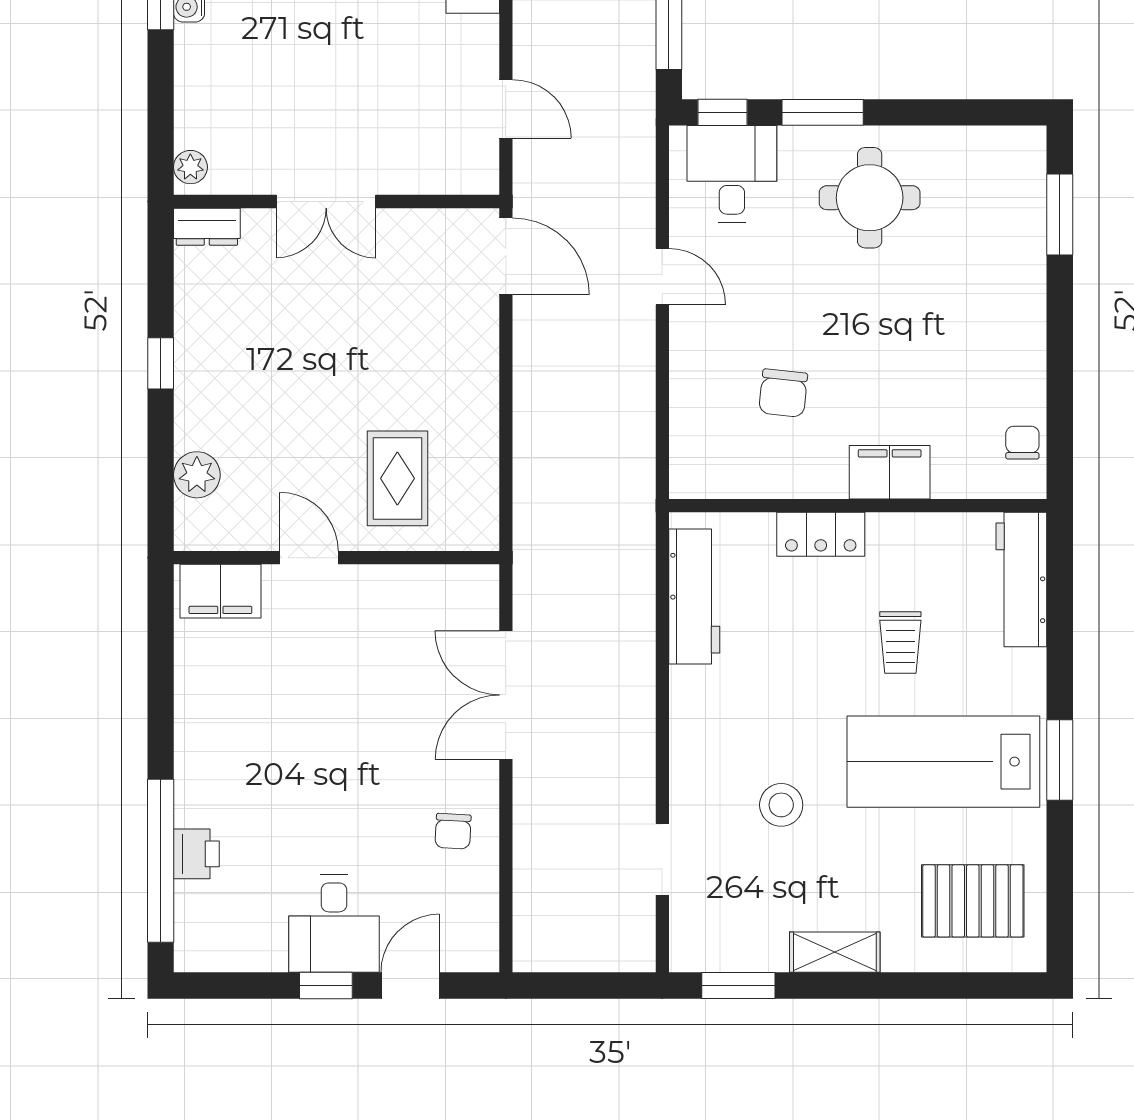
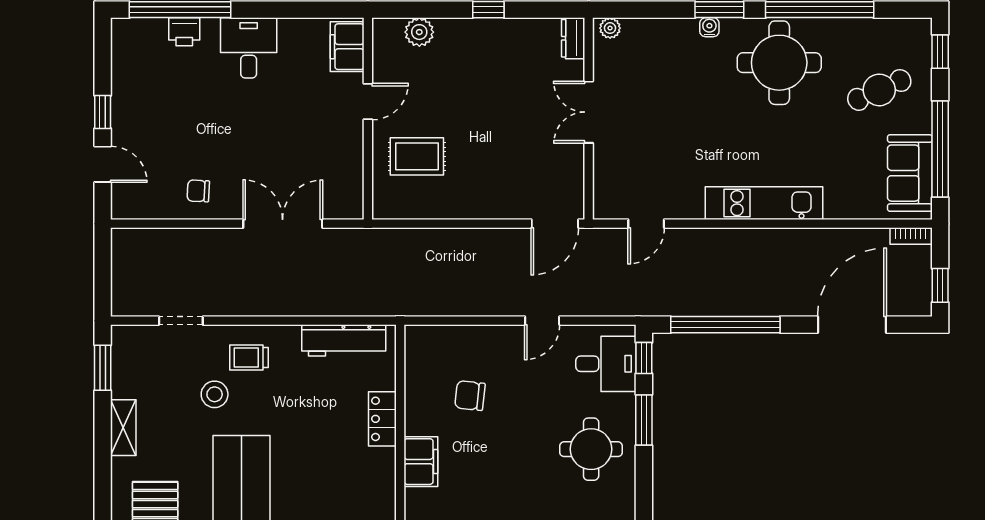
trolley: (900, 642) -> (249, 357), moved
desk: (334, 924) -> (249, 48), moved, turned 90

